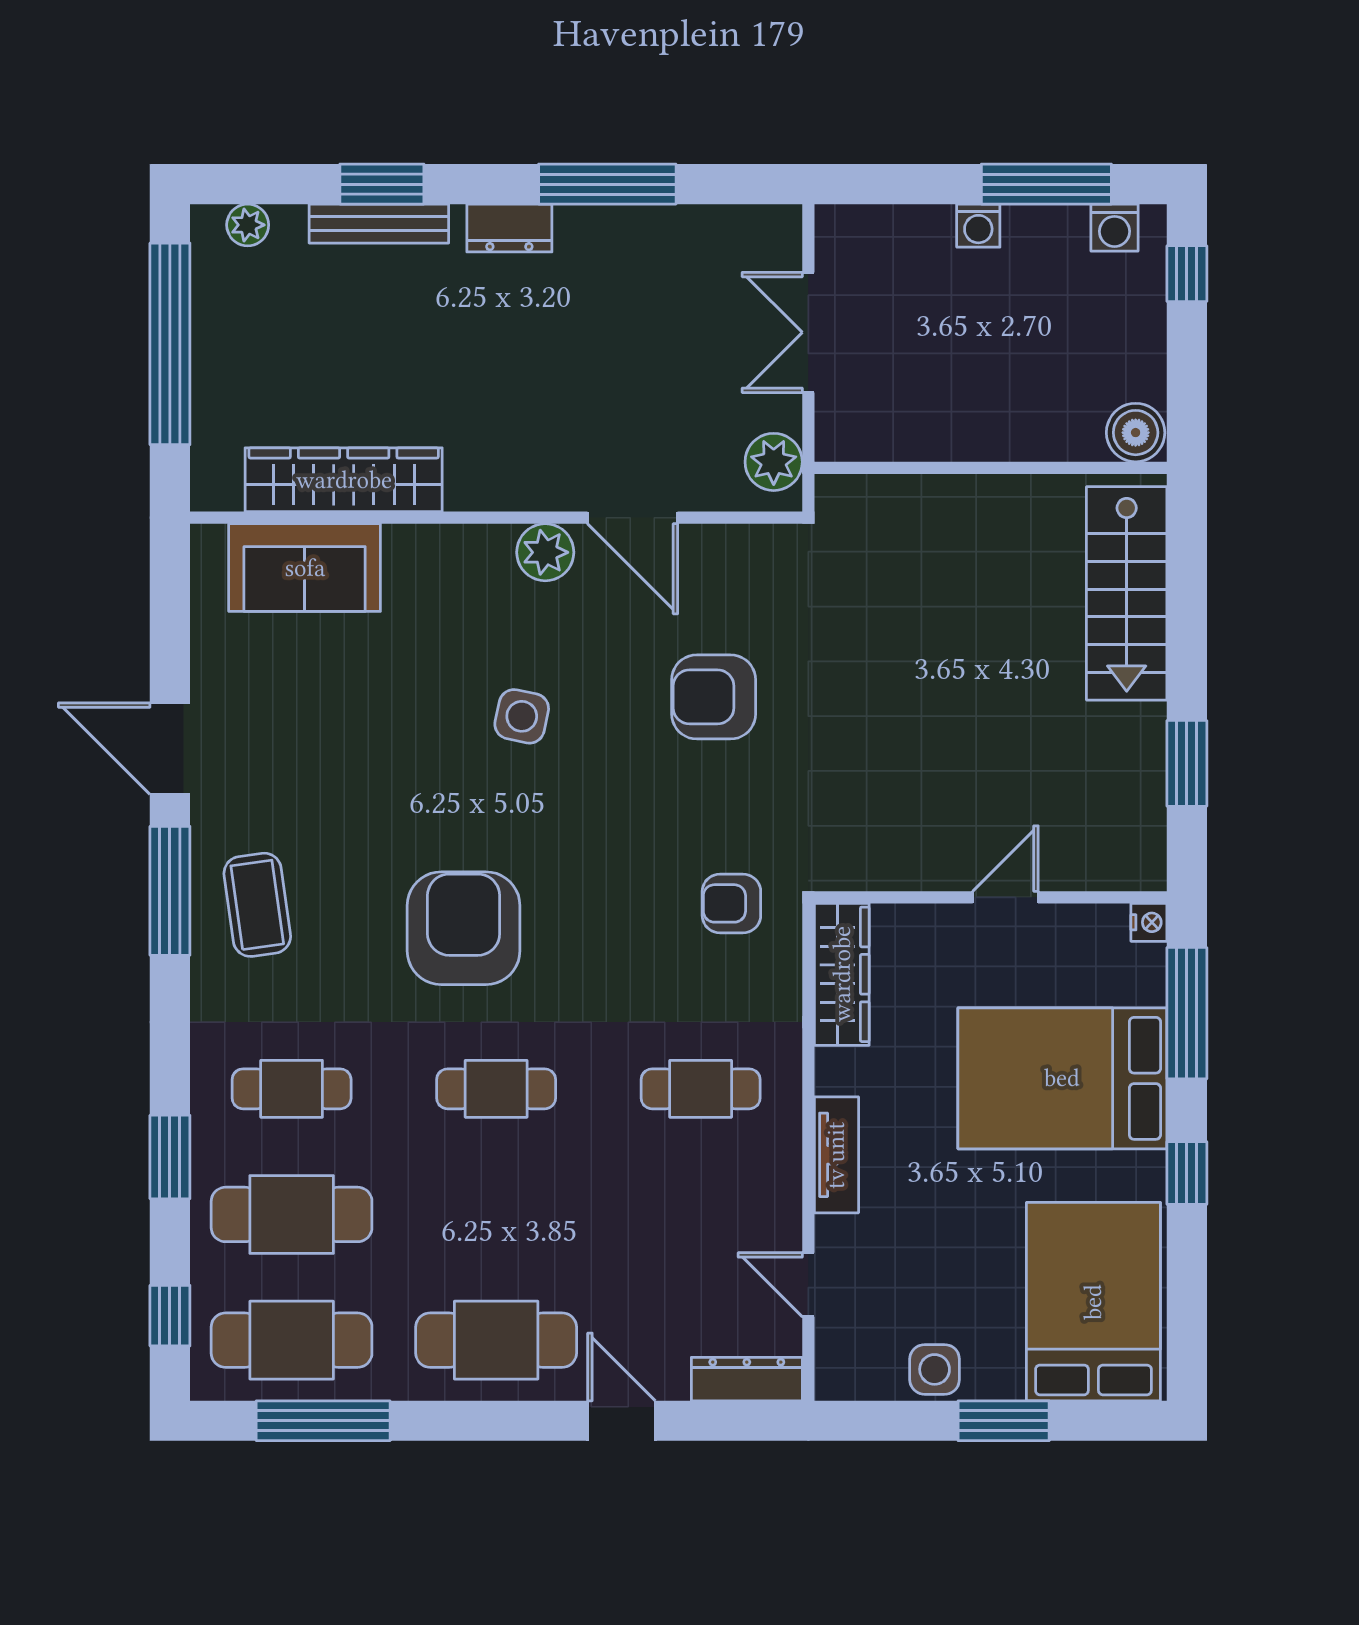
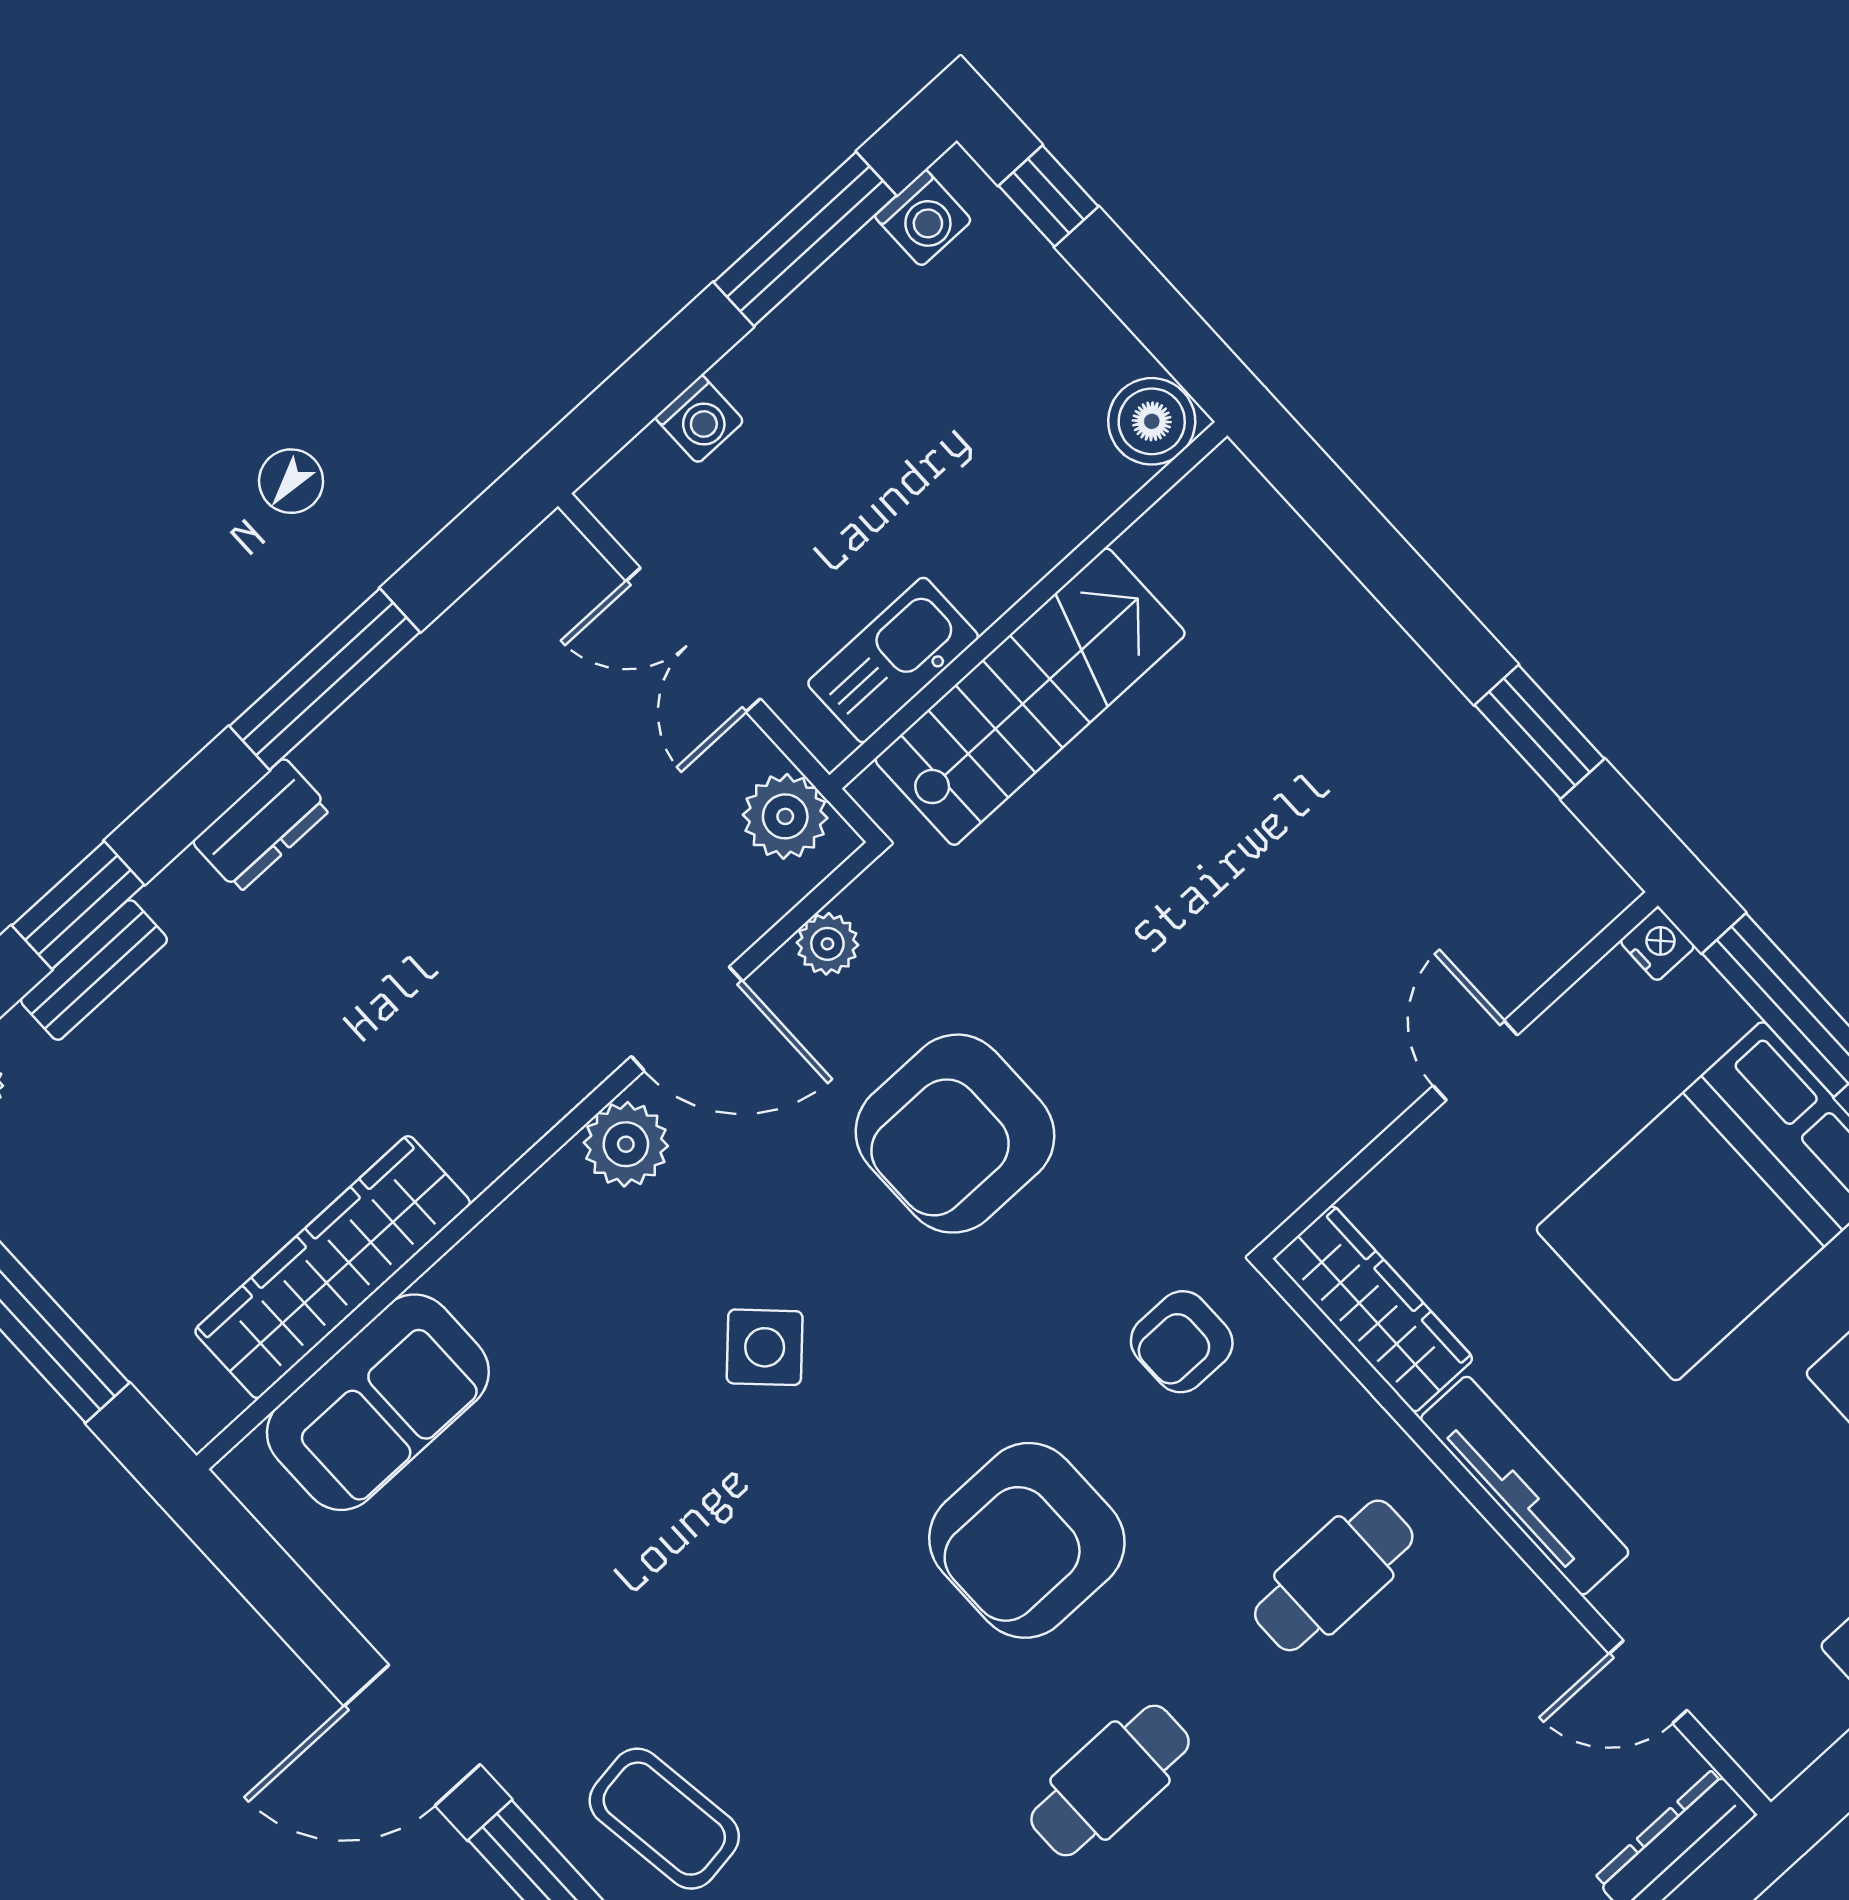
bench: (379, 224) -> (94, 970), width x0.73
washing machine: (978, 226) -> (700, 419), moved
kitchen sink: (898, 433) -> (893, 660), added
plant: (737, 545) -> (827, 944), added
stairs: (1127, 593) -> (1030, 697), moved, turned -90
armchair: (714, 697) -> (955, 1134), width x1.36, depth x1.36
side table: (522, 716) -> (765, 1347), turned 32
armchair: (464, 928) -> (1027, 1540), moved, turned -90
tv unit: (836, 1155) -> (1525, 1486), width x1.41

